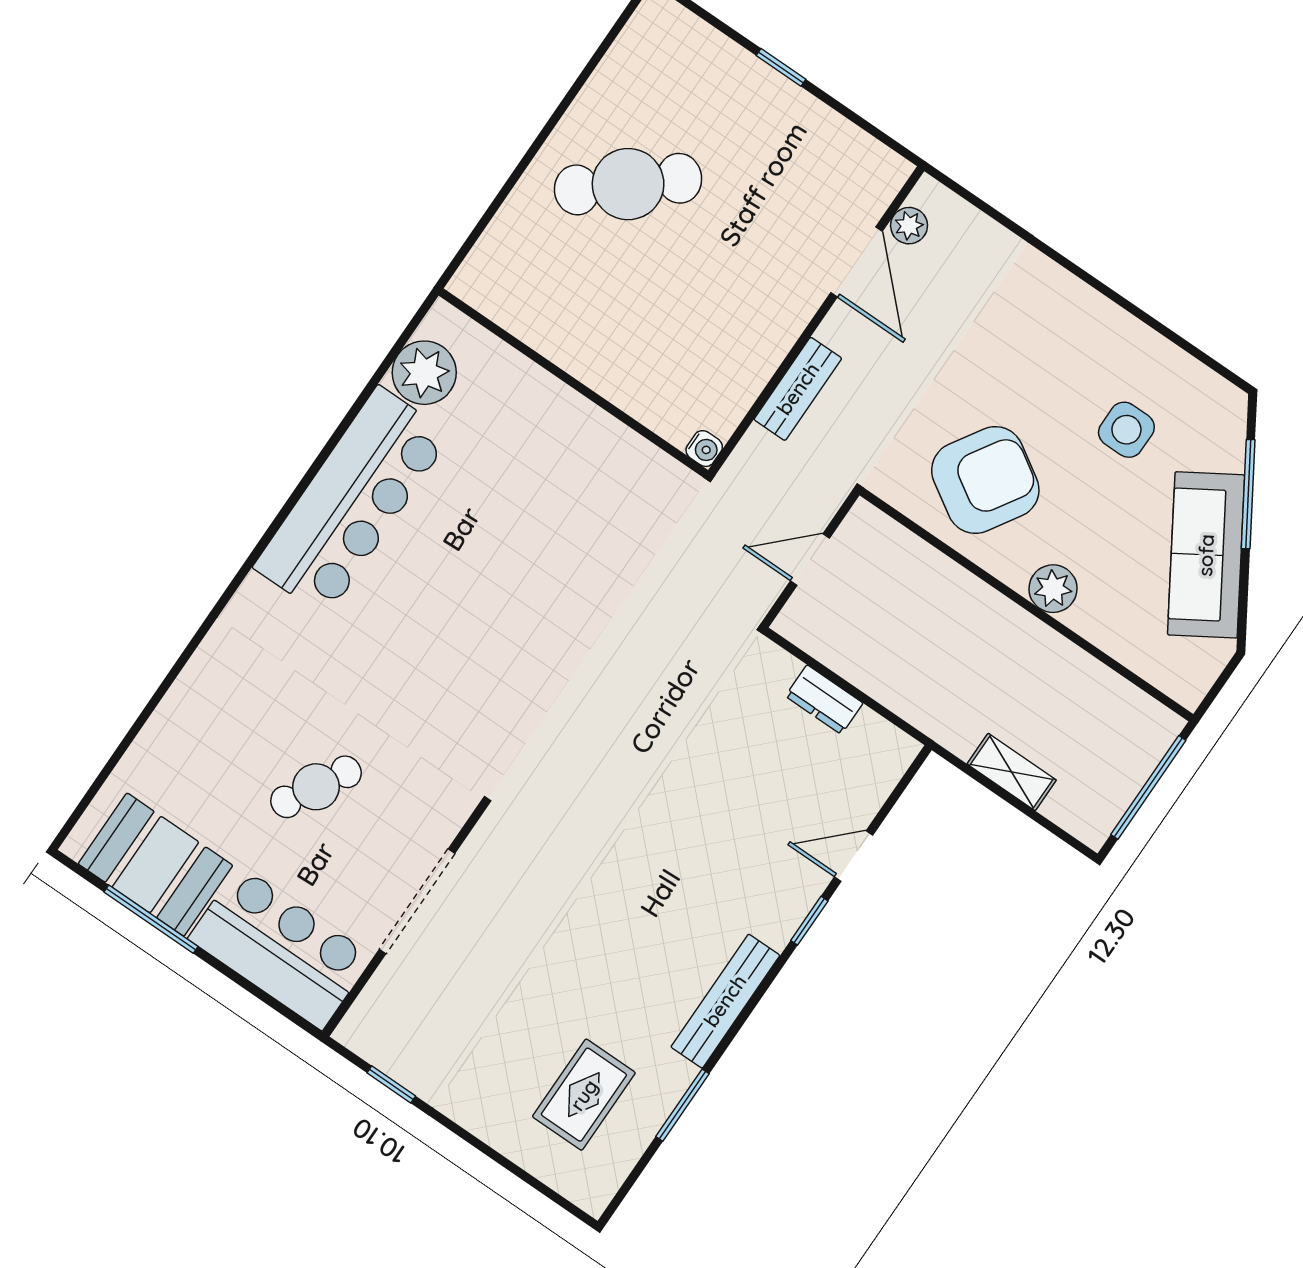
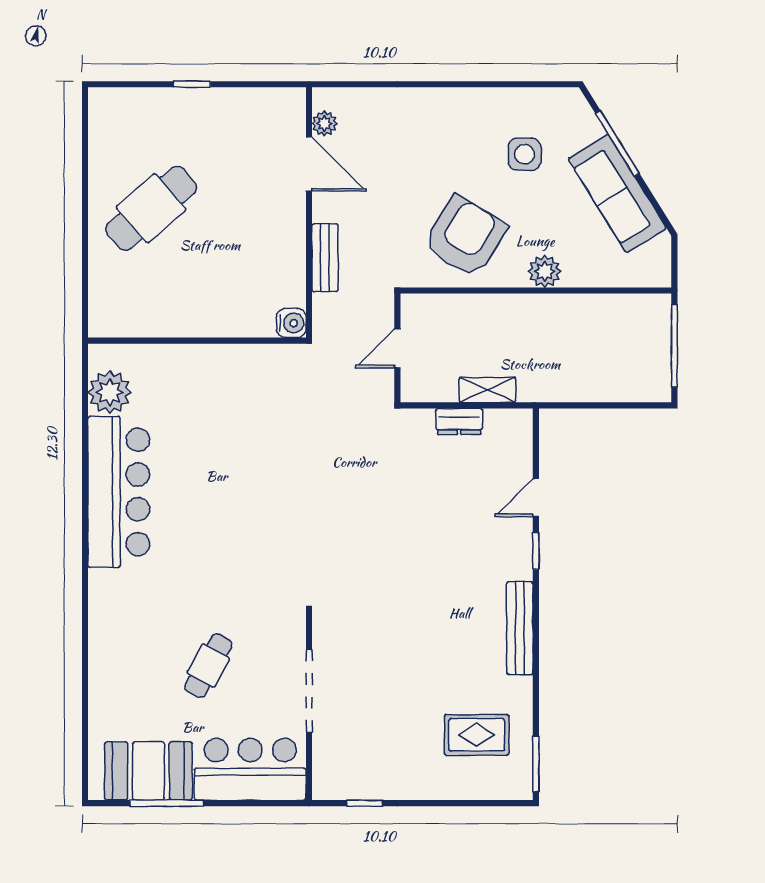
water cooler: (704, 449) -> (291, 323), width x1.38, depth x1.38
shelving: (1012, 772) -> (487, 390), moved
rug: (584, 1095) -> (477, 735), turned 90
window: (683, 1105) -> (536, 764), moved

